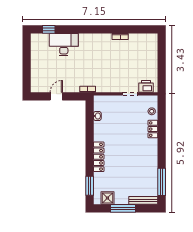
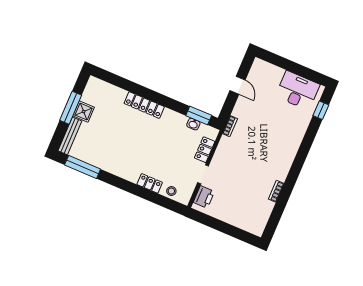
desk: (64, 45) -> (298, 91), moved, turned -90
locker: (112, 100) -> (205, 150), added
window: (90, 186) -> (199, 115), moved
shower: (107, 198) -> (84, 112), moved

